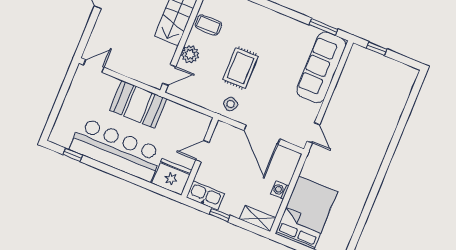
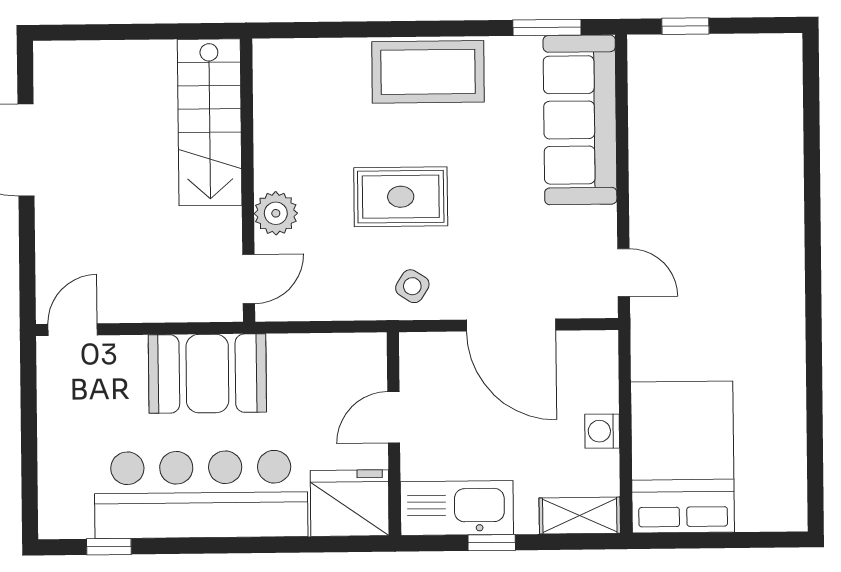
coffee table: (208, 25) -> (428, 72), moved, width x1.86, depth x1.72
rug: (240, 68) -> (401, 197), turned 90
kitchen sink: (205, 196) -> (457, 508), width x1.36, depth x1.24

